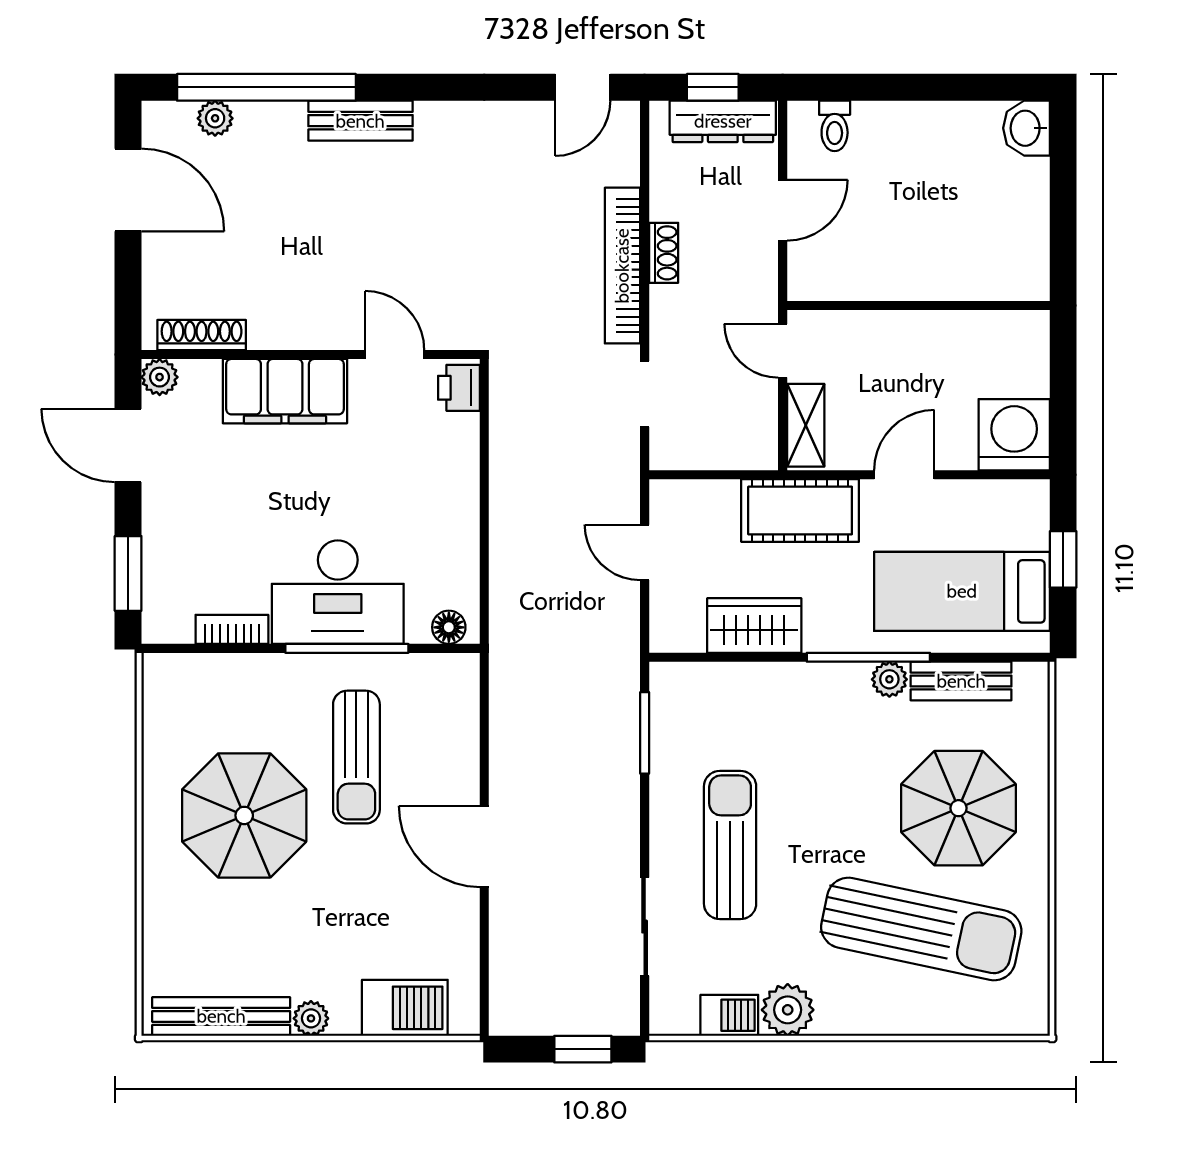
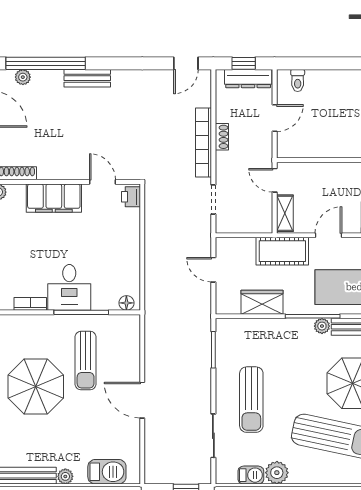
desk: (338, 592) -> (69, 287), width x0.73
sun lounger: (730, 845) -> (251, 400), turned 180

